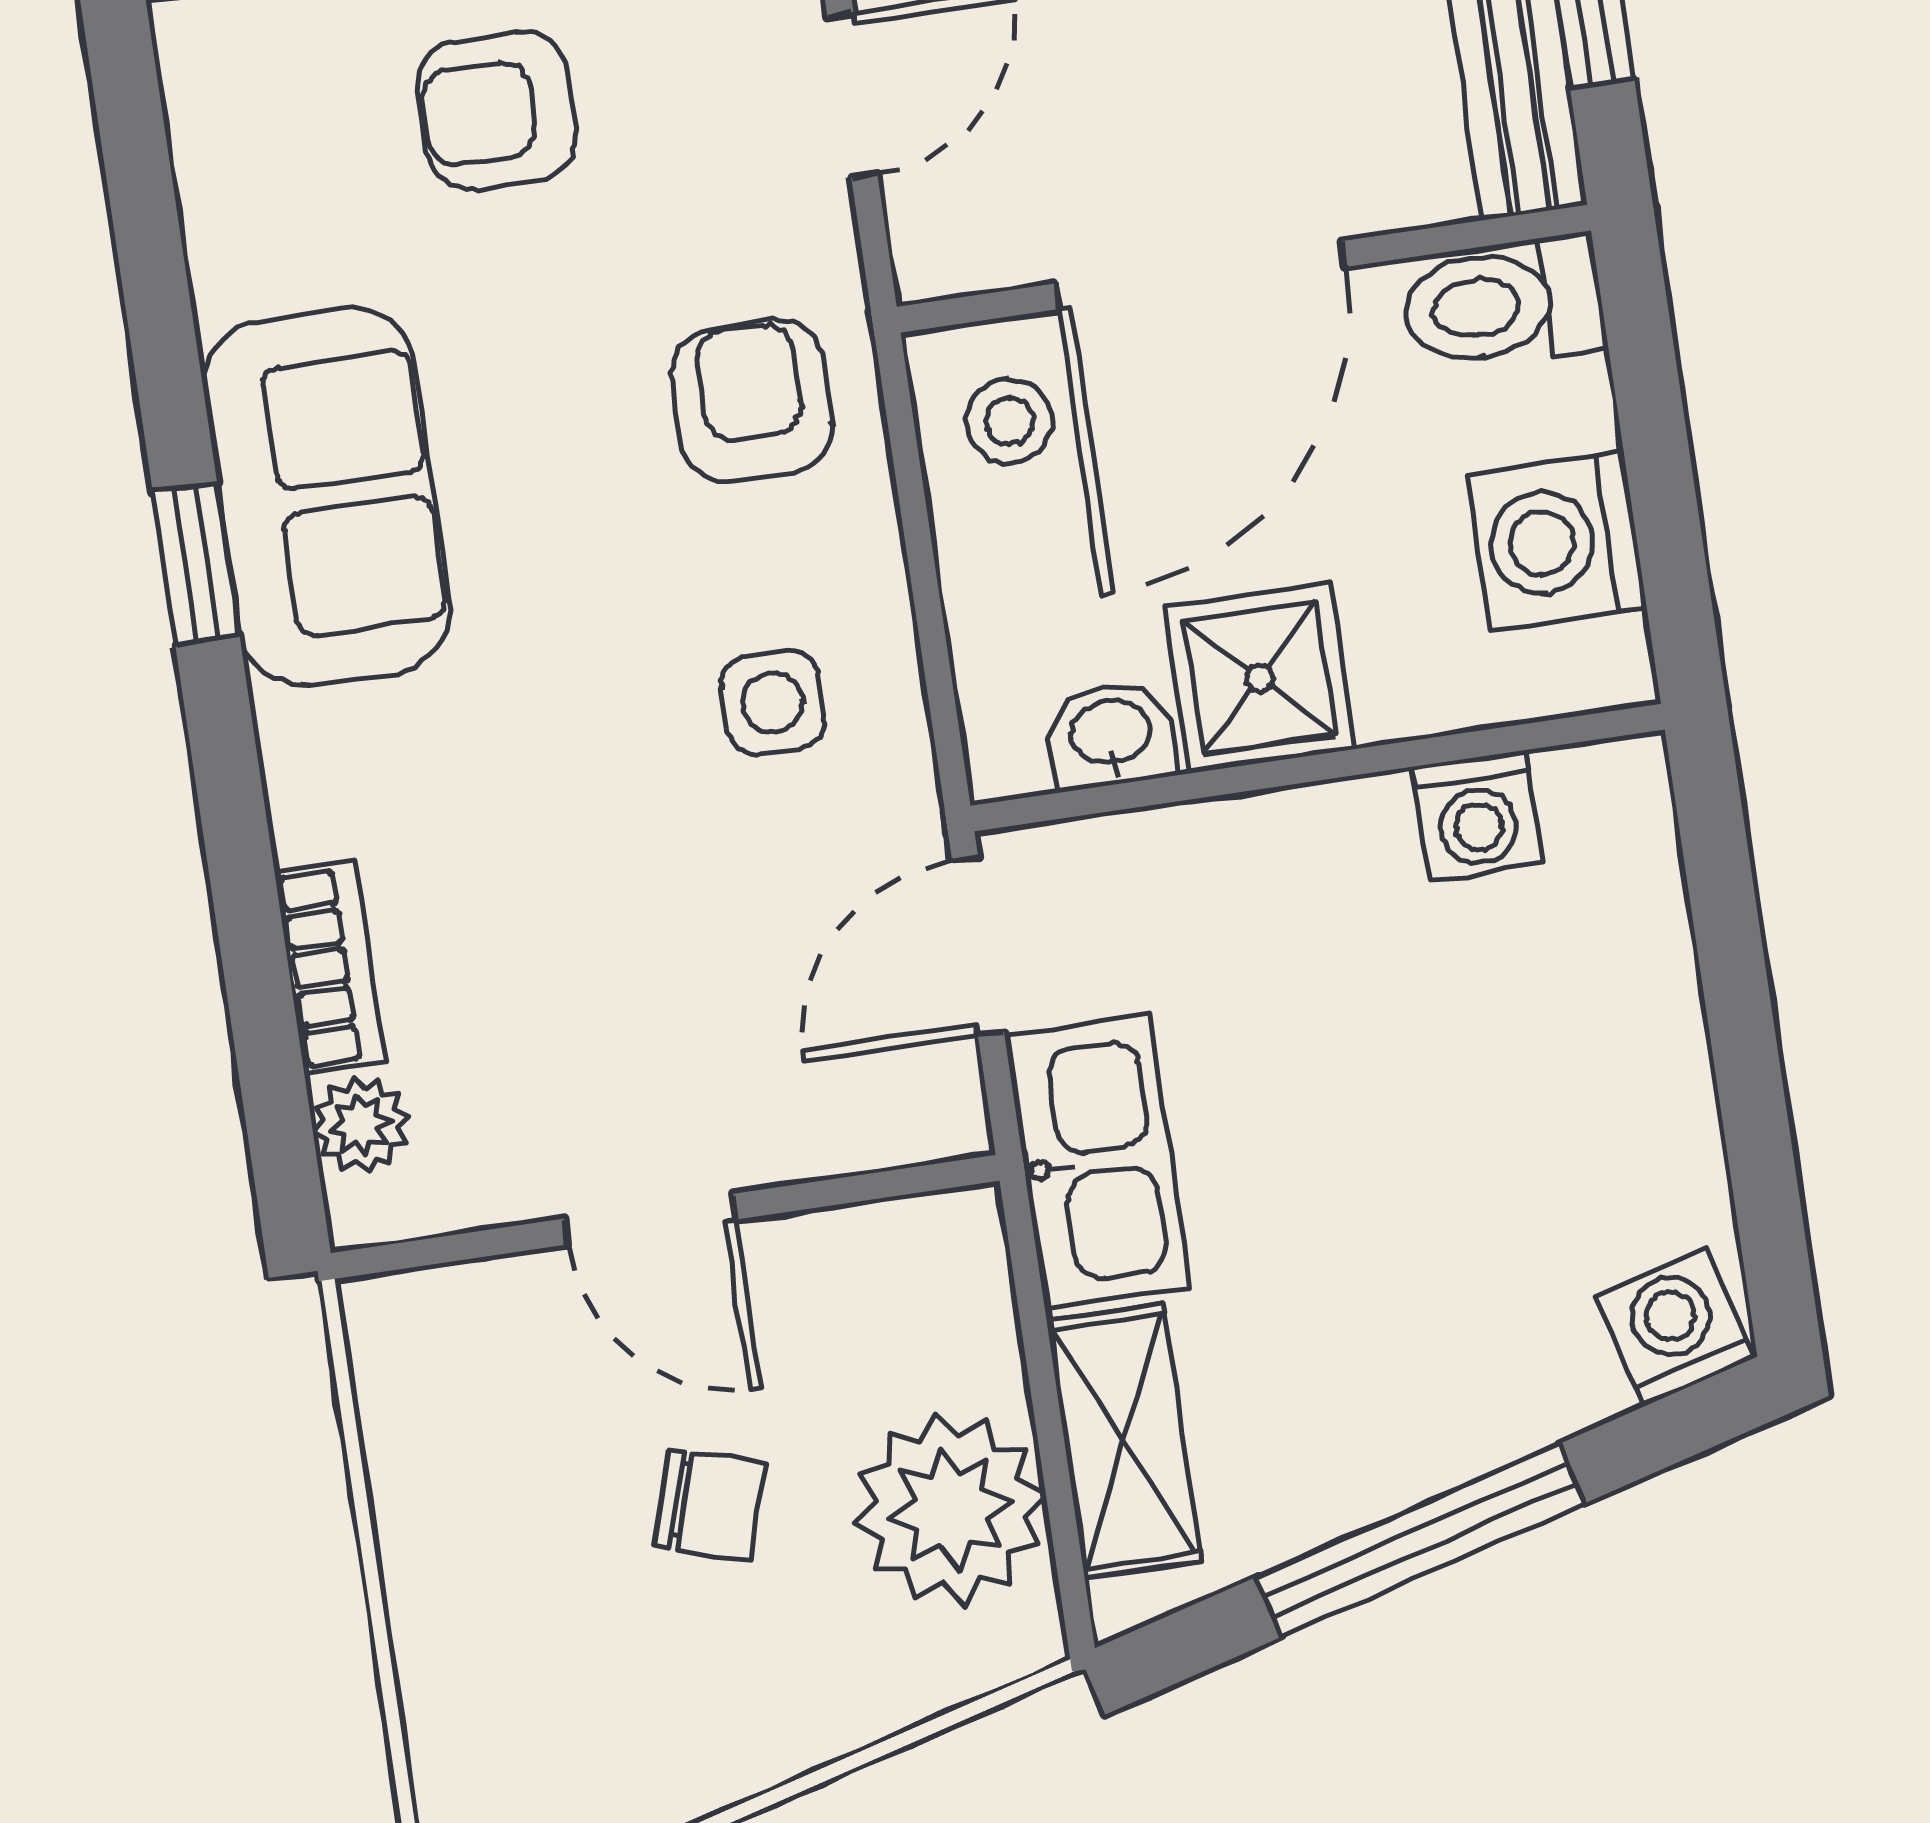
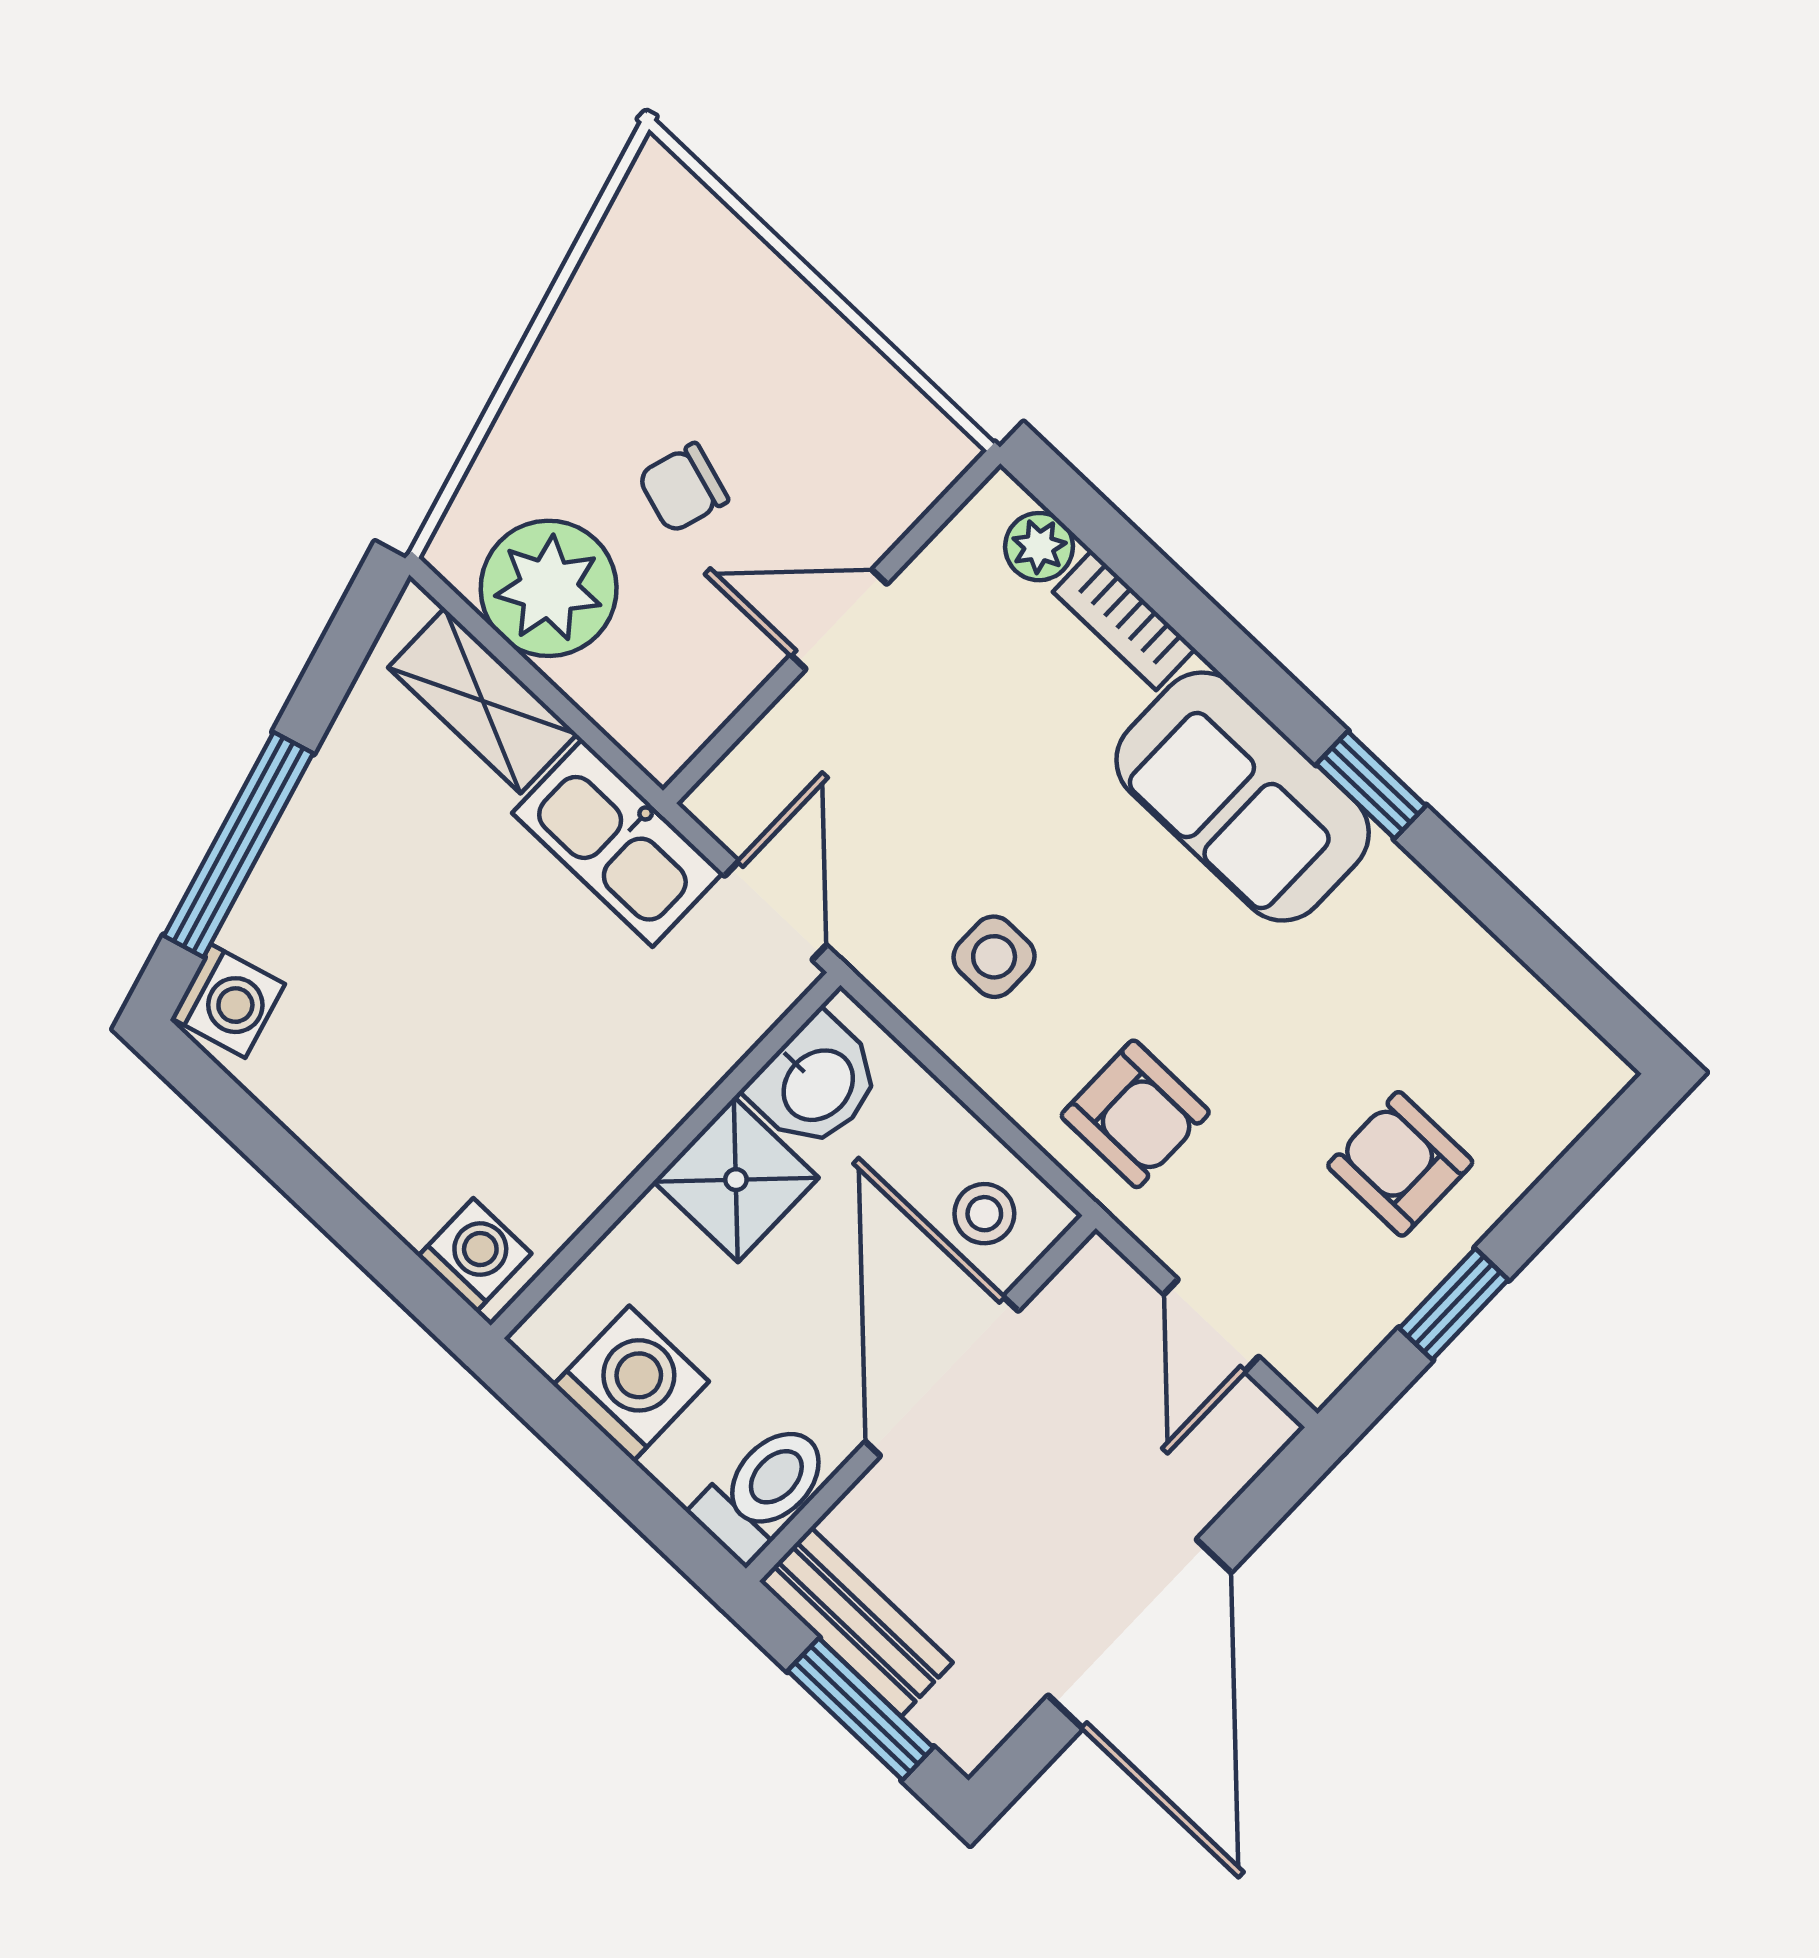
armchair: (497, 111) -> (1400, 1164), turned -90
sofa: (327, 497) -> (1243, 797), moved
washbasin: (1111, 735) -> (816, 1083), width x1.38, depth x1.45
washing machine: (1477, 815) -> (475, 1255), moved, turned 90
window: (1421, 1540) -> (238, 845), moved

